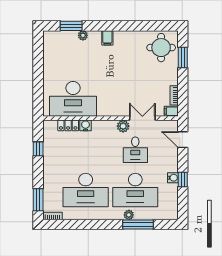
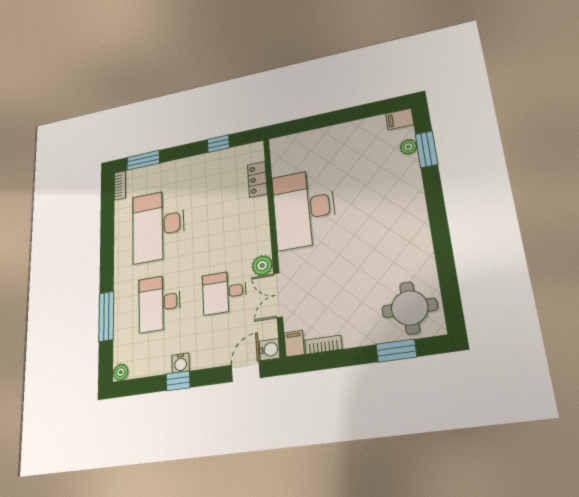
plant: (83, 35) -> (408, 147), moved
filing cabinet: (107, 38) -> (400, 119), moved
desk: (73, 99) -> (304, 209), moved
double door: (142, 118) -> (278, 295), swing flipped
water cooler: (85, 125) -> (269, 350), moved
desk: (135, 190) -> (159, 303), width x0.73, depth x0.77
plant: (129, 215) -> (121, 372), moved

